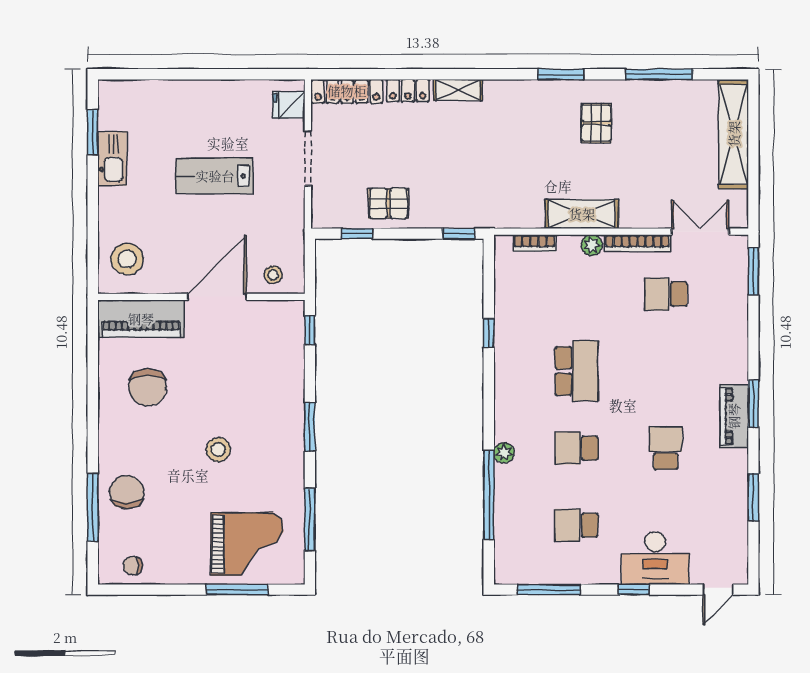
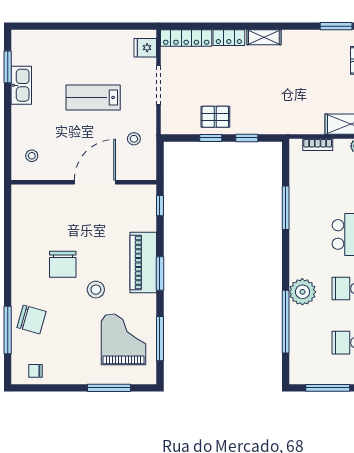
window: (357, 234) -> (211, 138), moved
window: (459, 234) -> (247, 138), moved
stool: (127, 259) -> (32, 156), width x0.53, depth x0.53
stool: (273, 275) -> (134, 139), moved
piano: (141, 319) -> (143, 263), moved, turned 90
window: (489, 333) -> (286, 208), width x2.17
chair: (148, 387) -> (63, 264), moved
plant: (504, 453) -> (302, 292), width x1.87, depth x1.87
chair: (127, 492) -> (31, 319), turned 106
grand piano: (247, 544) -> (123, 339), moved, turned -90

